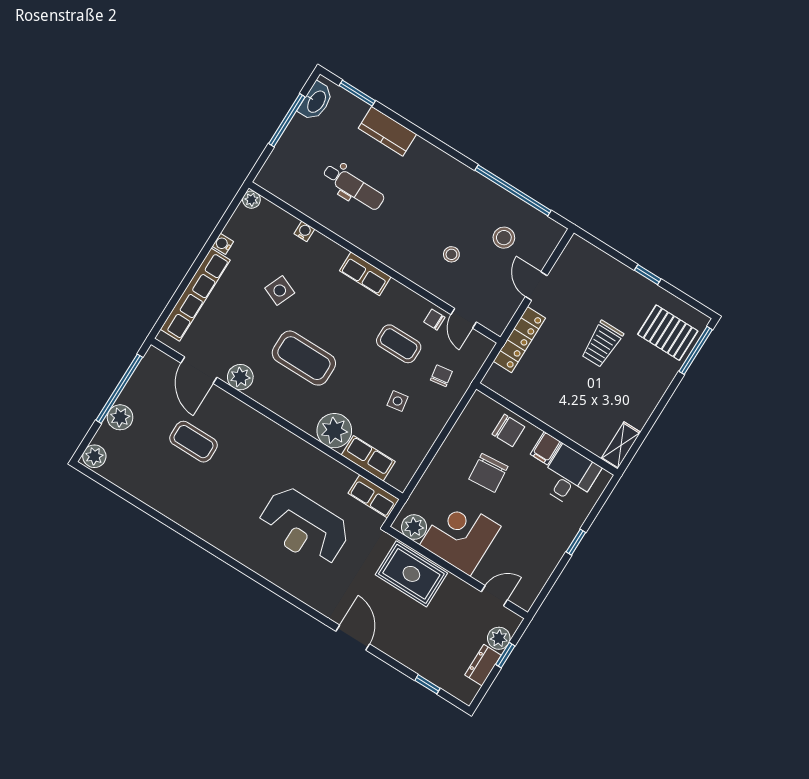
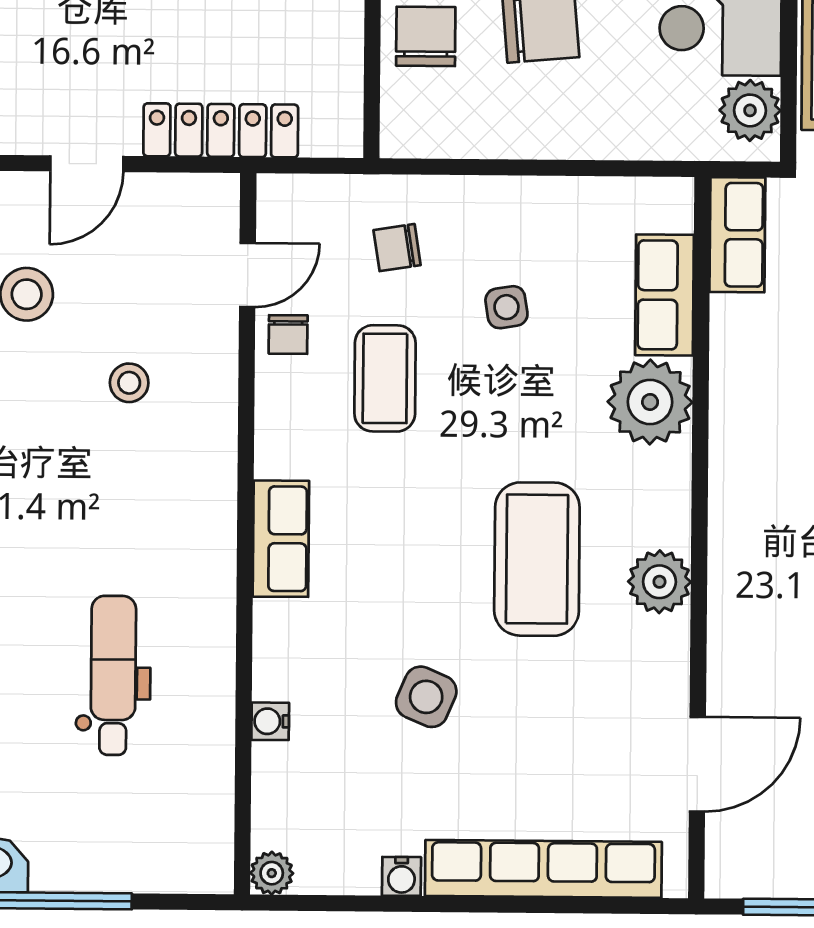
plant: (240, 377) -> (659, 582), moved

